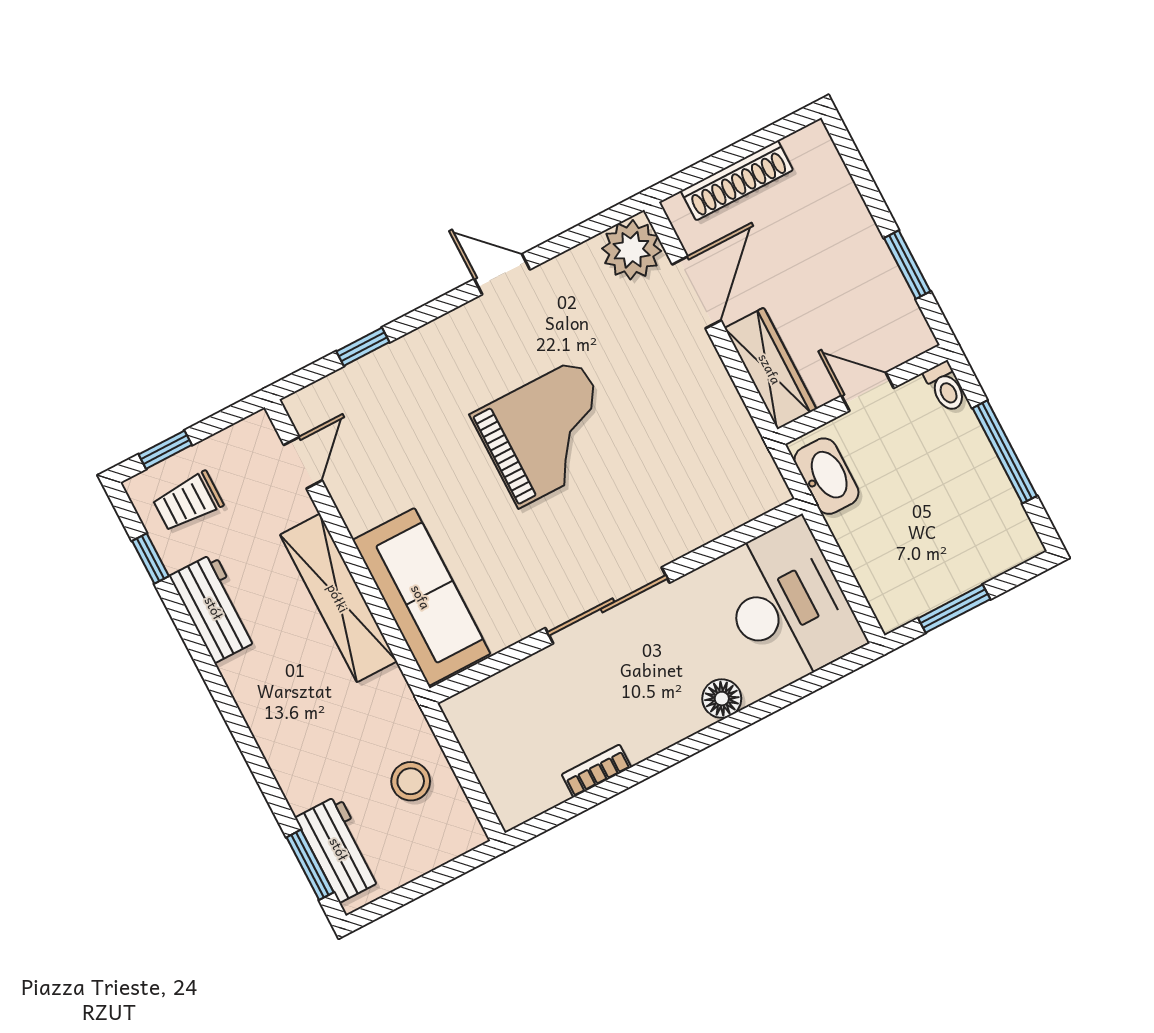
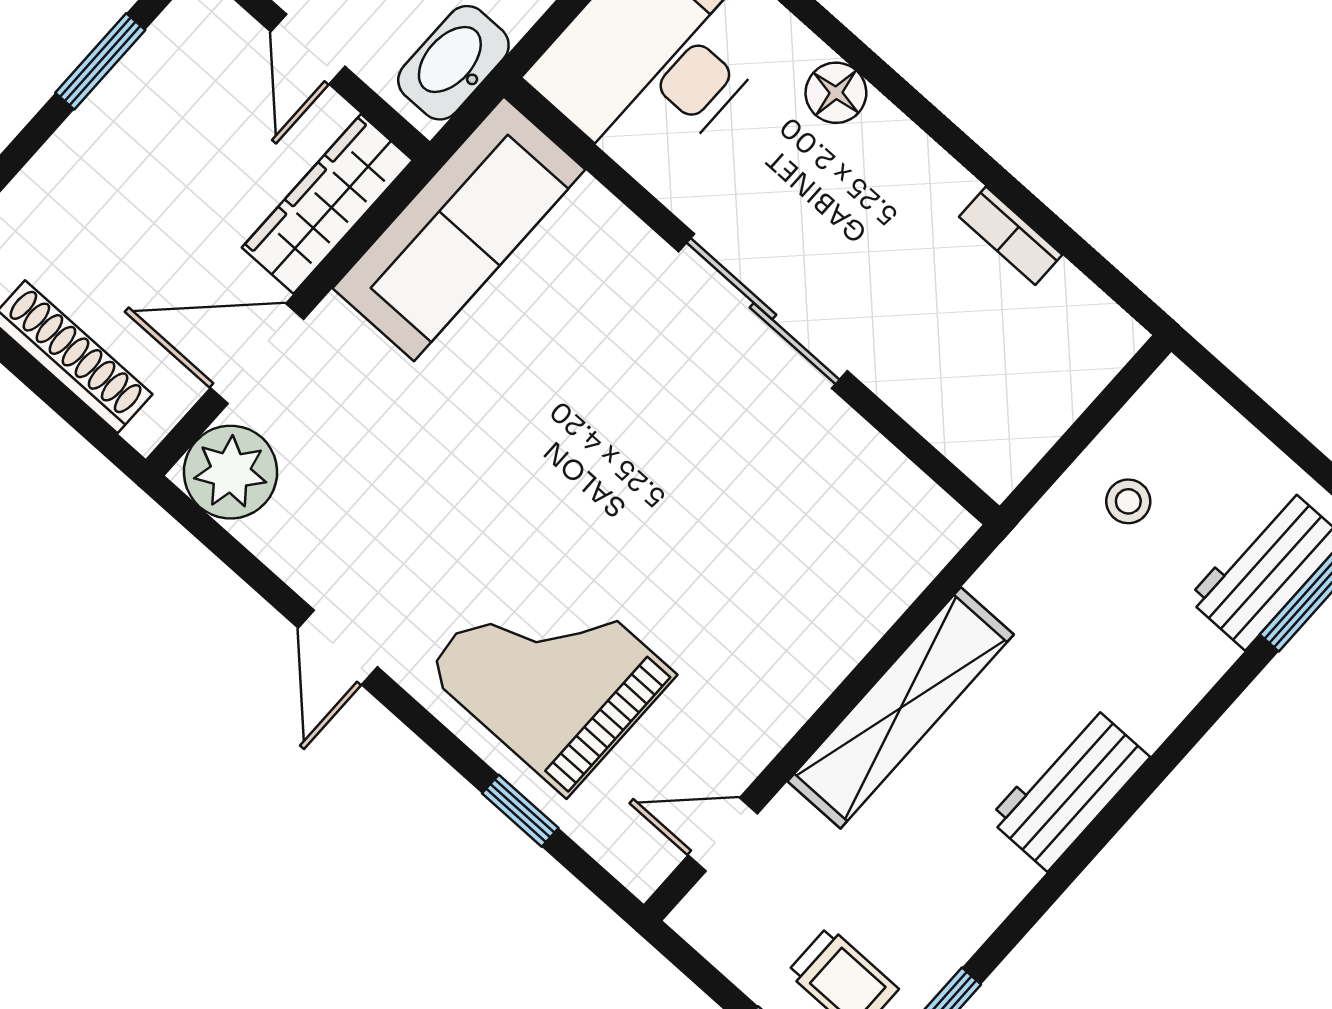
grand piano: (548, 433) -> (550, 673), moved
sofa: (421, 597) -> (459, 229), moved, turned 180
workbench: (214, 608) -> (1069, 788), moved
stool: (411, 781) -> (1128, 501), width x0.73, depth x0.73

